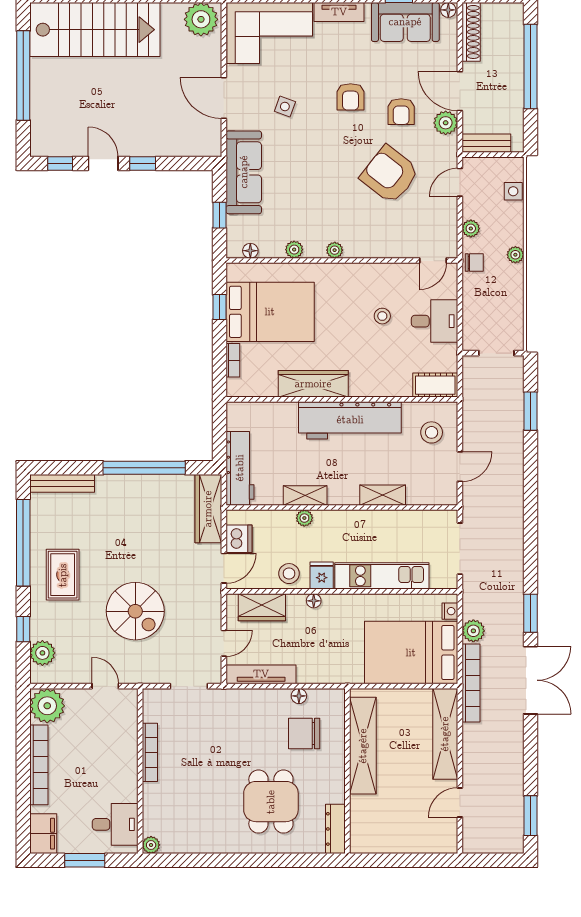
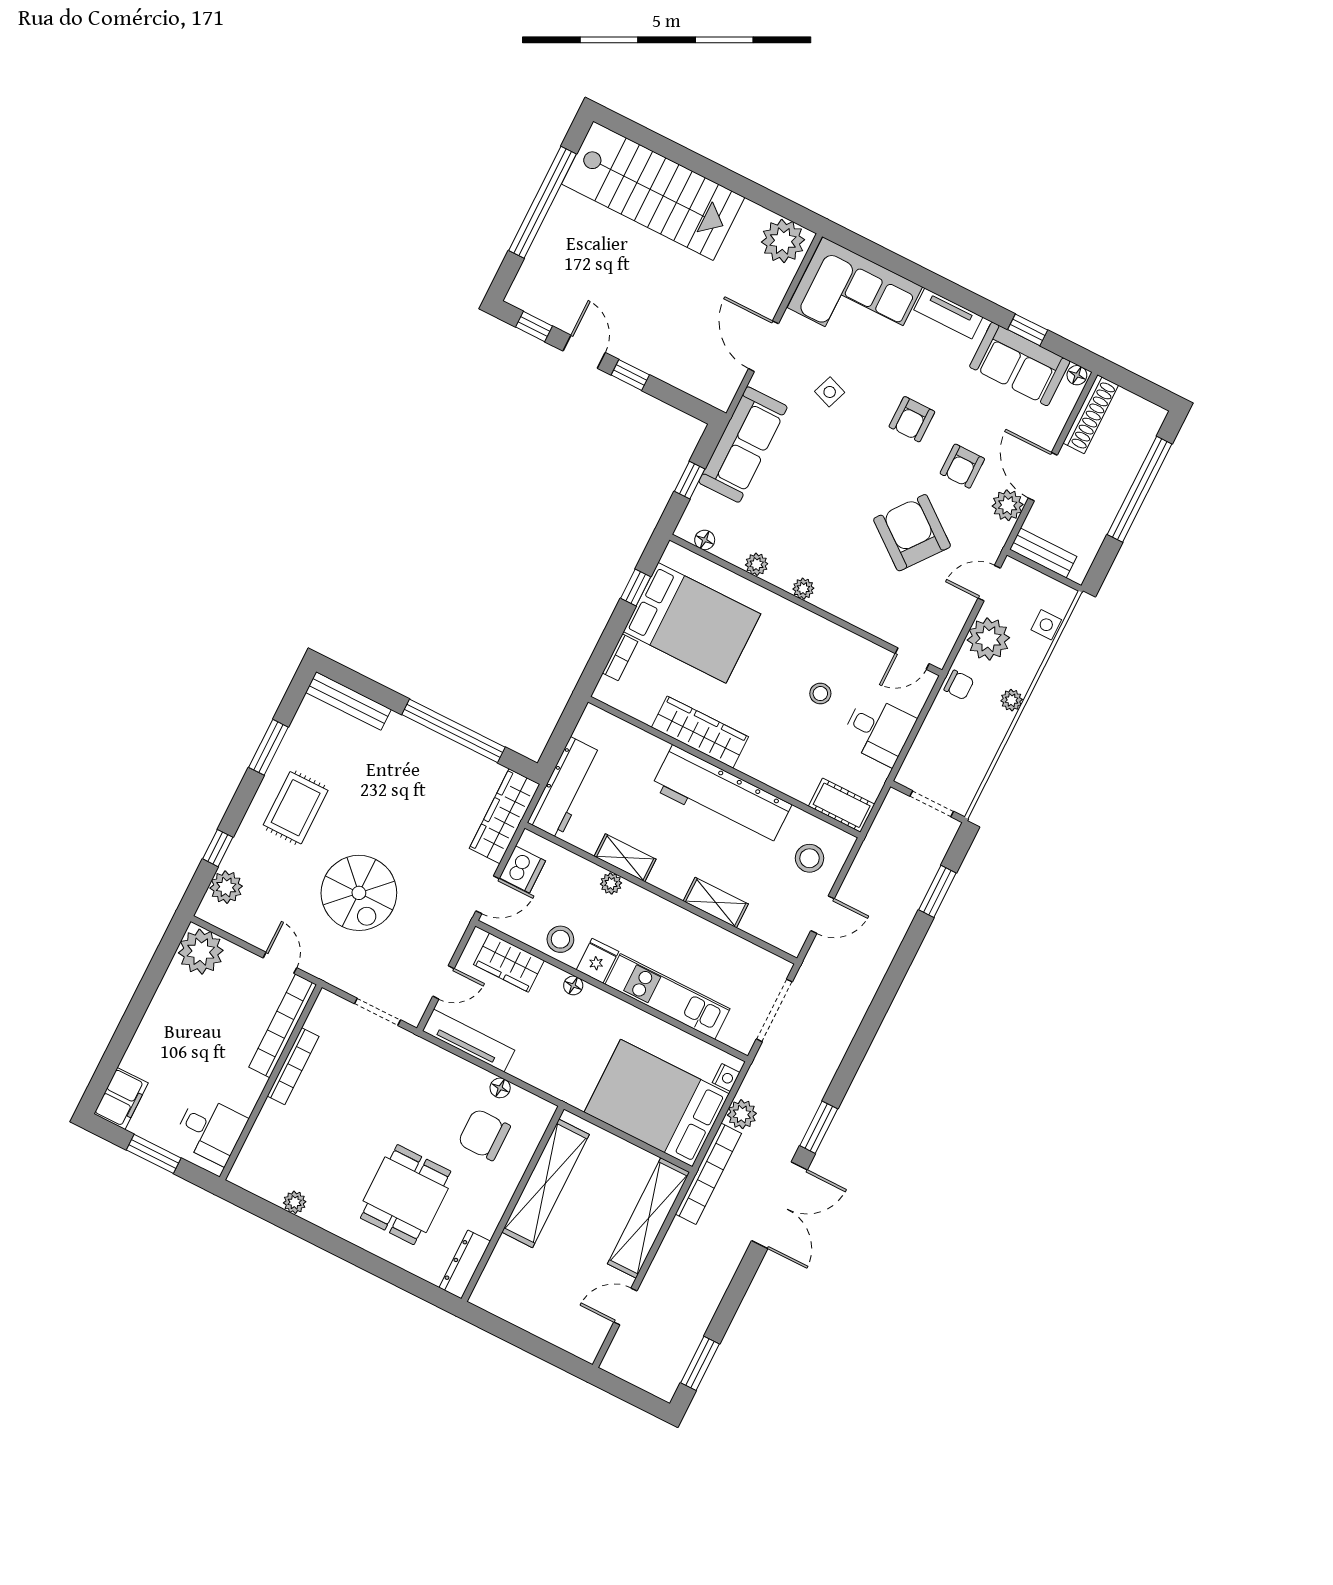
plant: (471, 229) -> (988, 639), width x1.87, depth x1.87
window: (23, 543) -> (268, 747), width x0.47
bookcase: (39, 765) -> (283, 1026), moved, turned 180
plant: (151, 845) -> (295, 1202), moved

